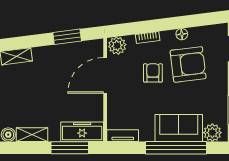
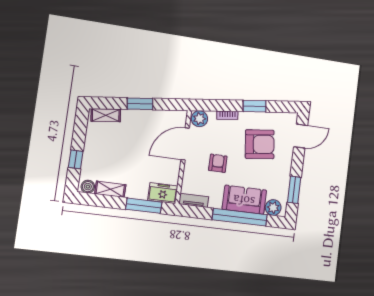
window: (177, 23) -> (255, 106), added
floor lamp: (182, 34) -> (258, 117), removed
window: (67, 37) -> (140, 104), moved
armchair: (153, 73) -> (218, 163), moved
freezer: (82, 132) -> (163, 193), width x0.71

